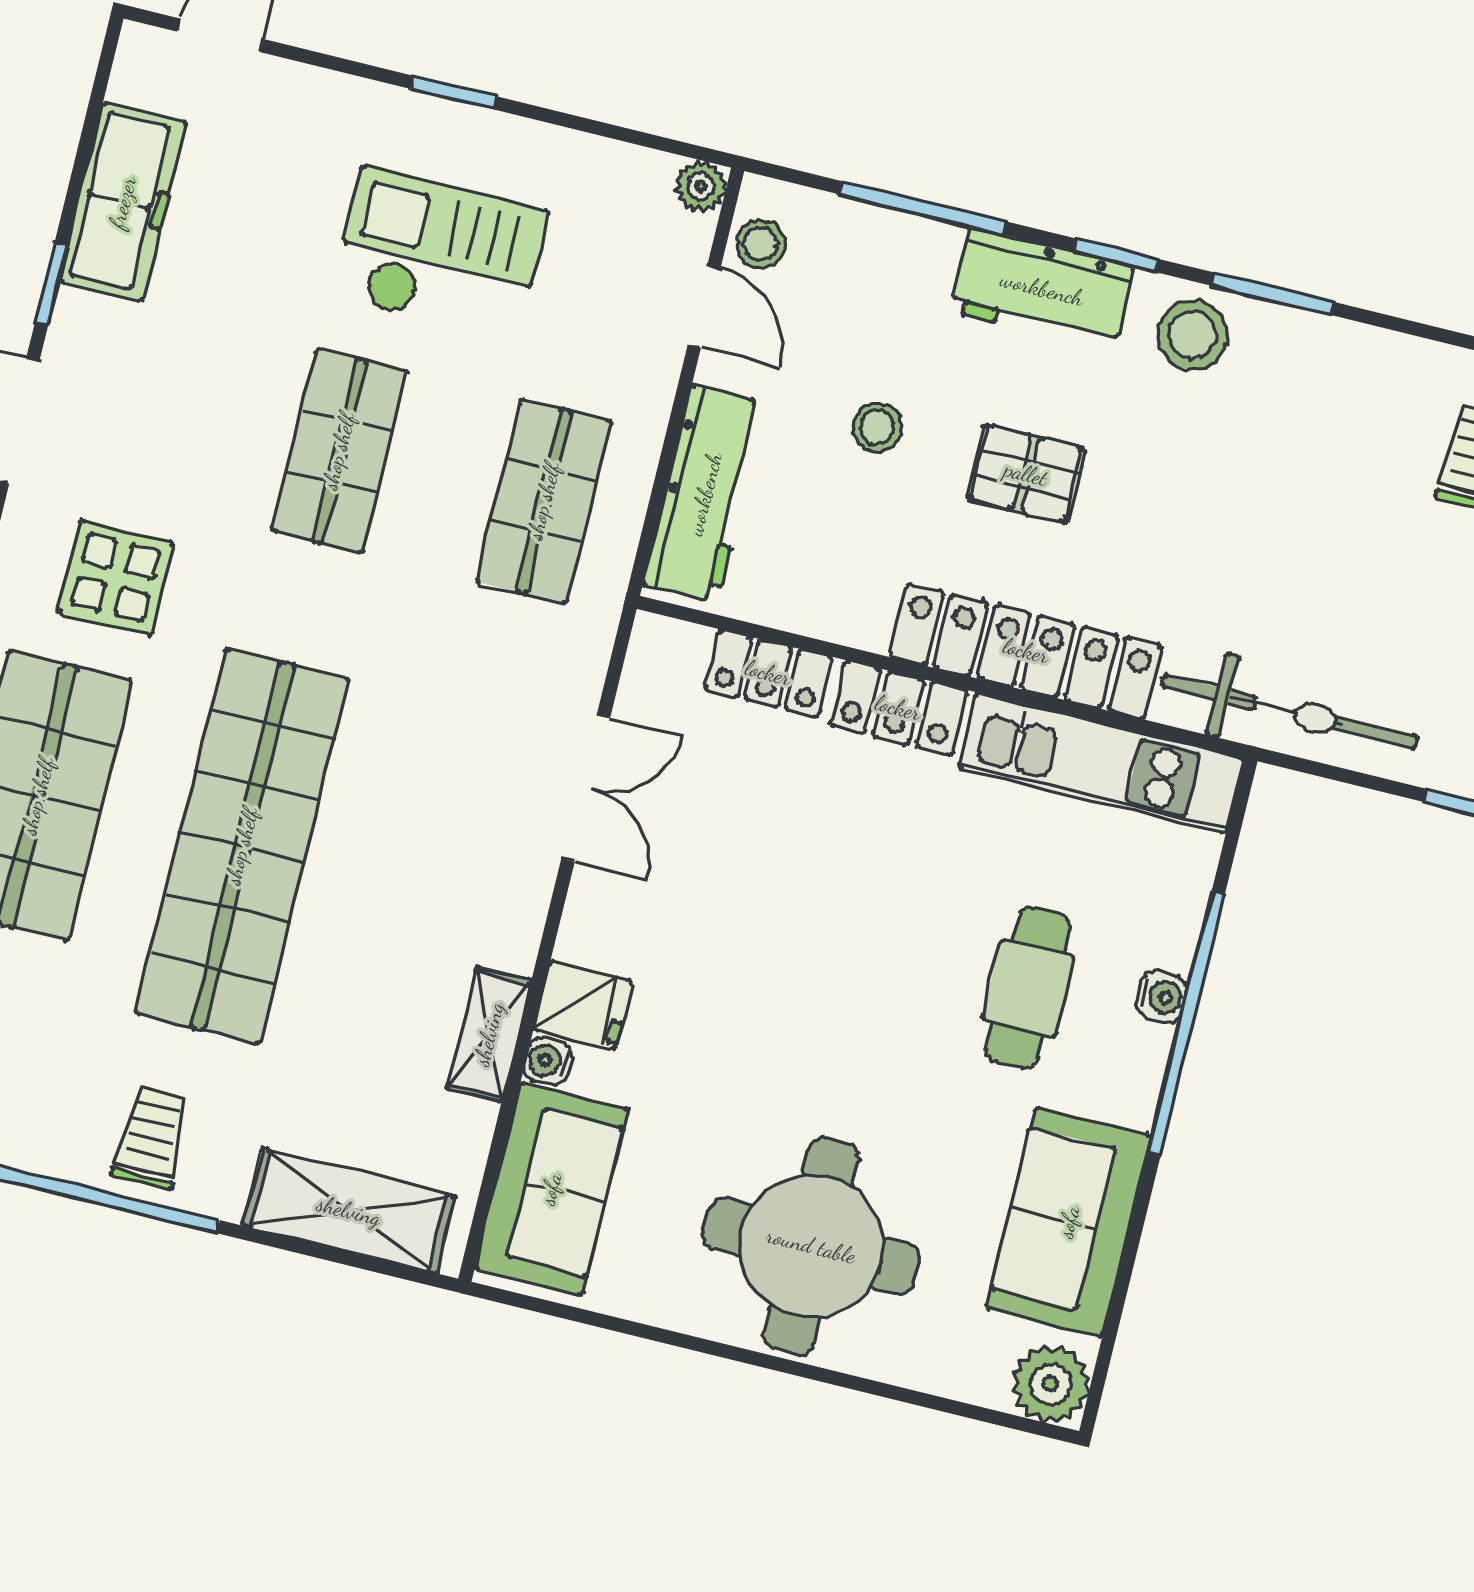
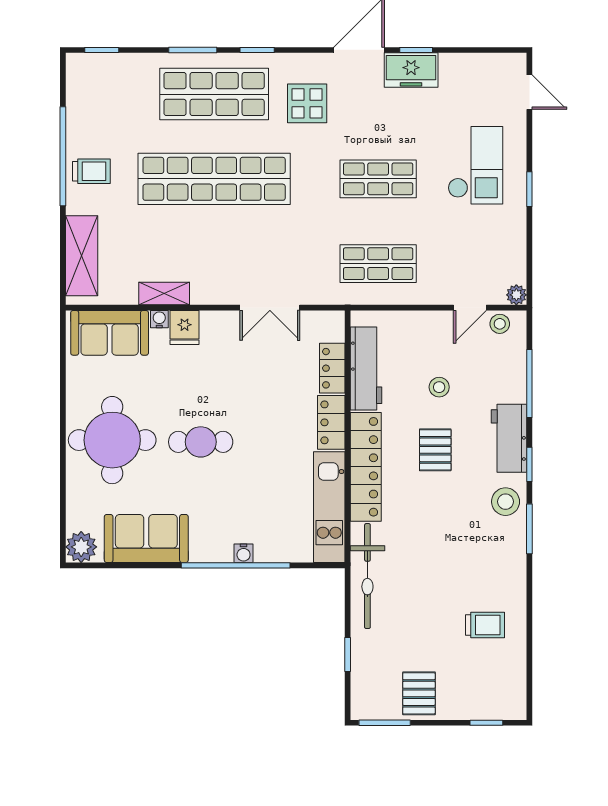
freezer: (123, 202) -> (411, 70), moved, width x0.71
checkout: (439, 254) -> (475, 165), moved
workbench: (705, 494) -> (366, 369), moved, turned -90
cafe table: (1028, 988) -> (201, 442), moved

